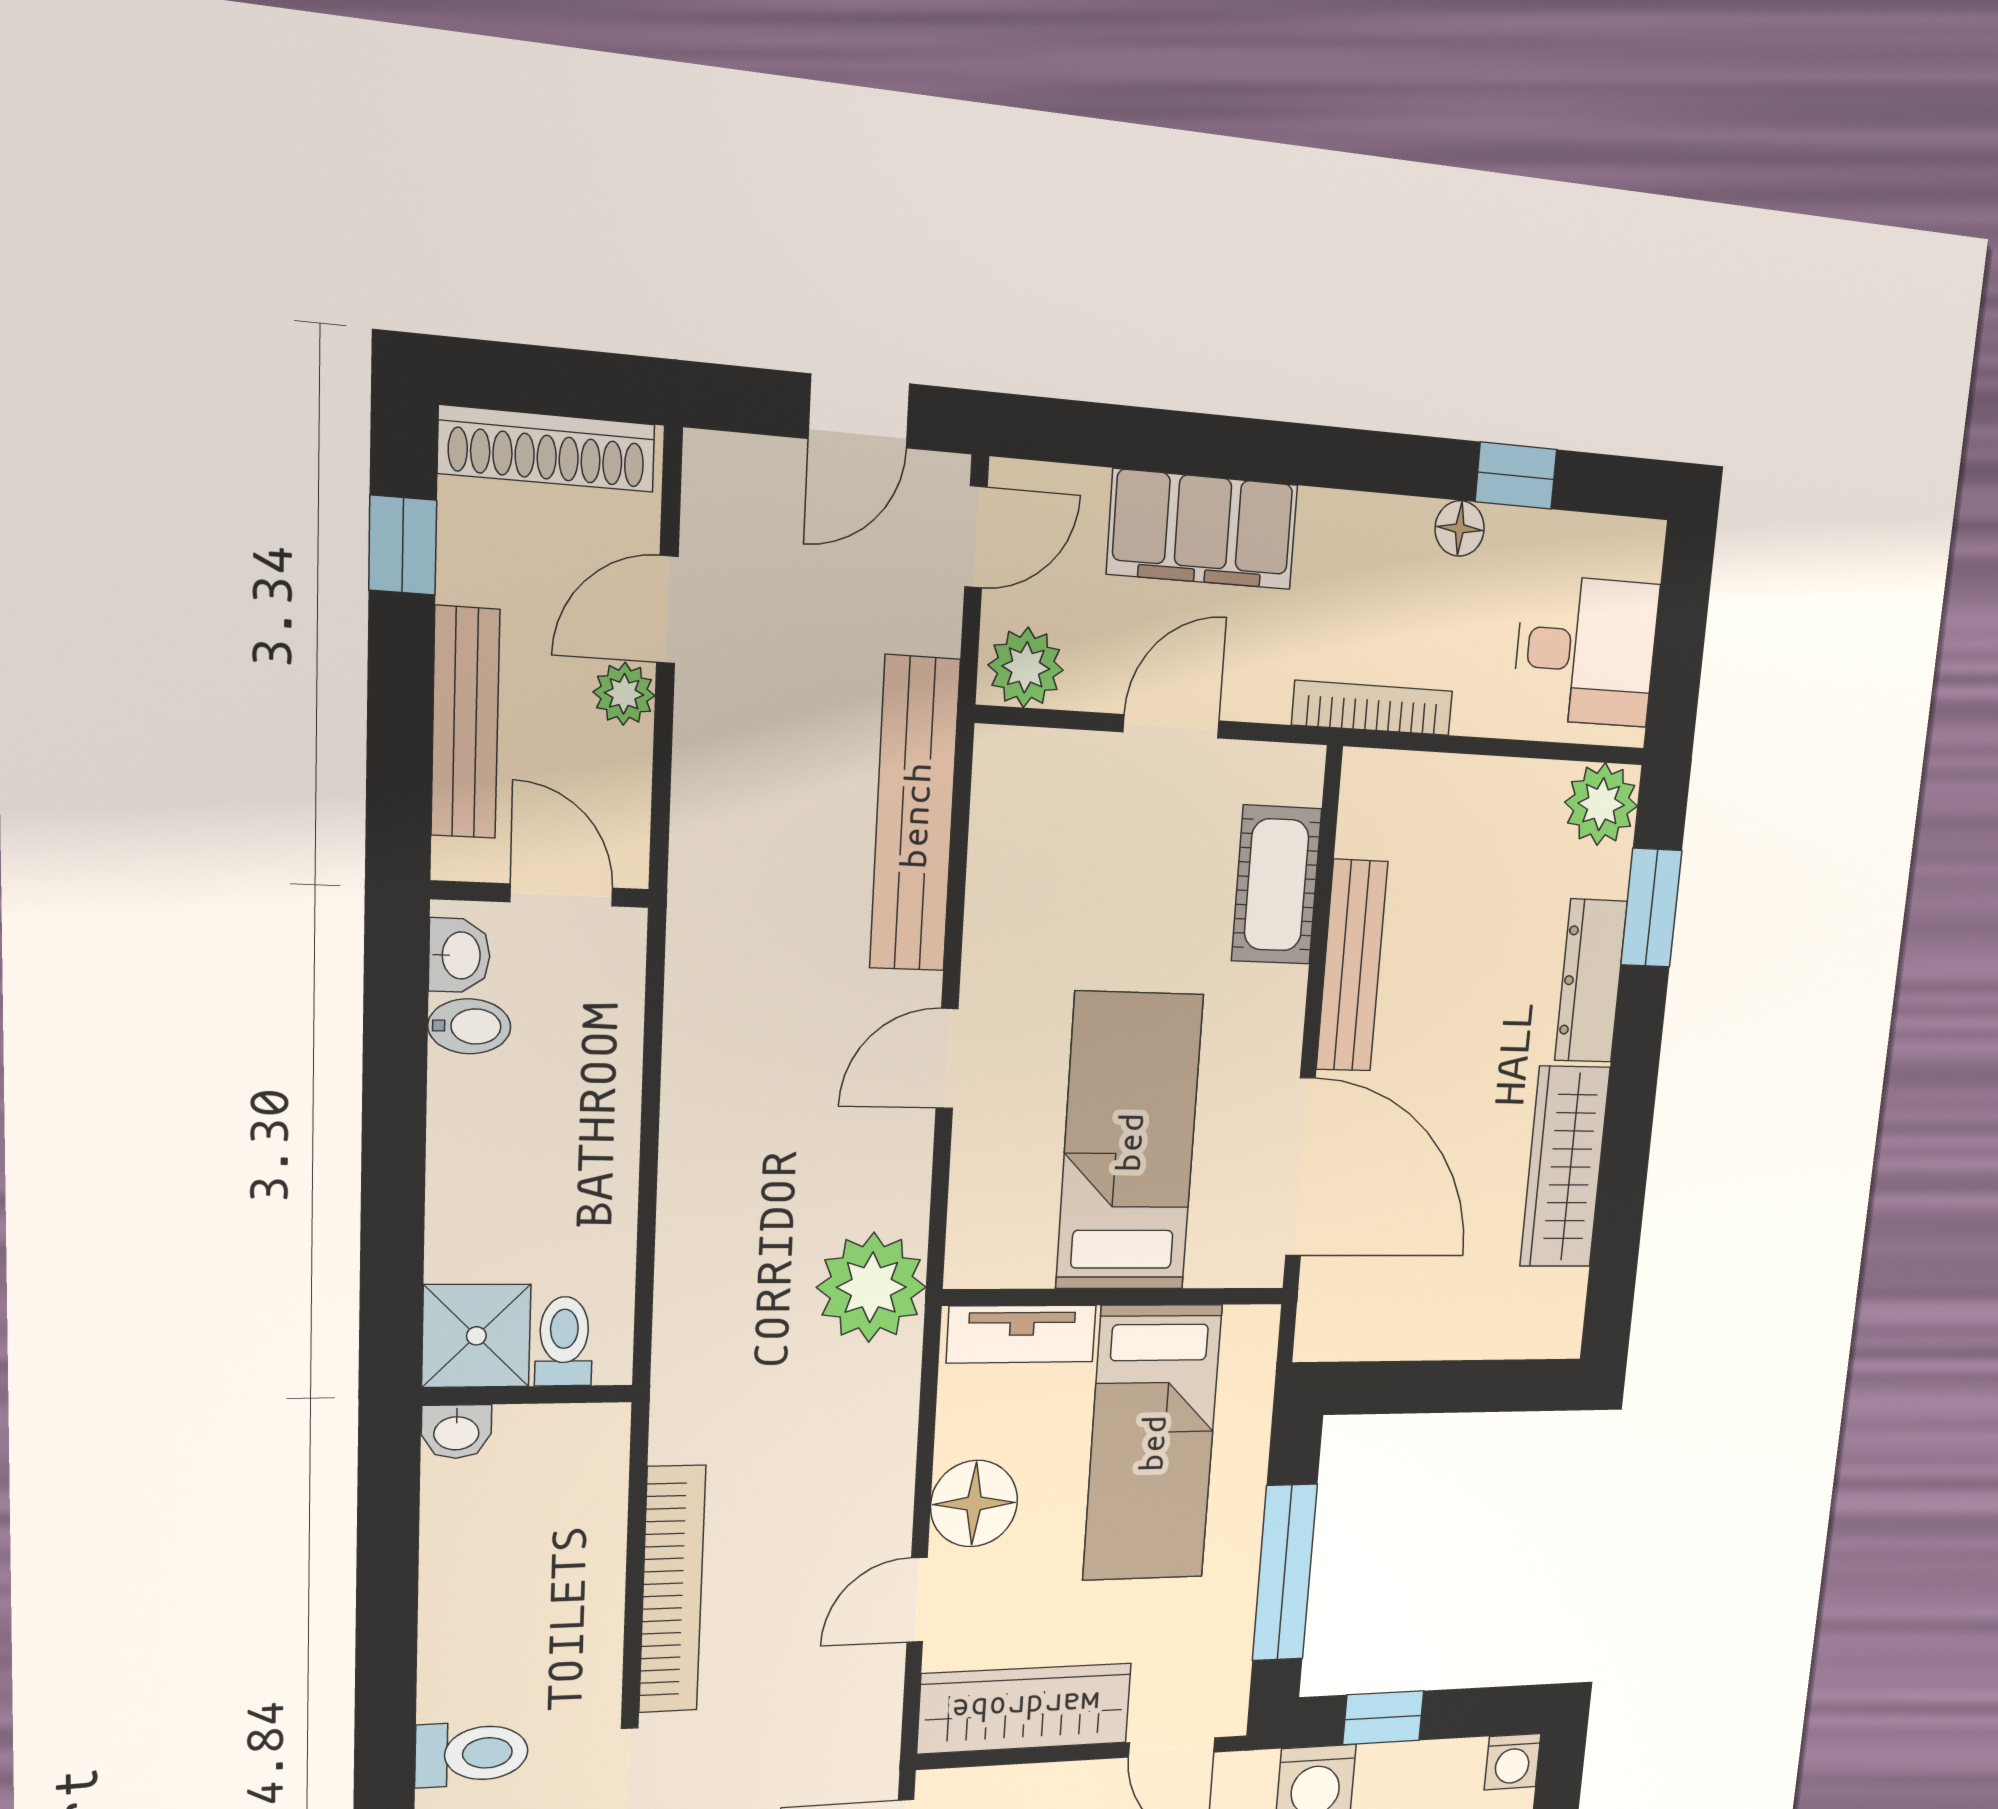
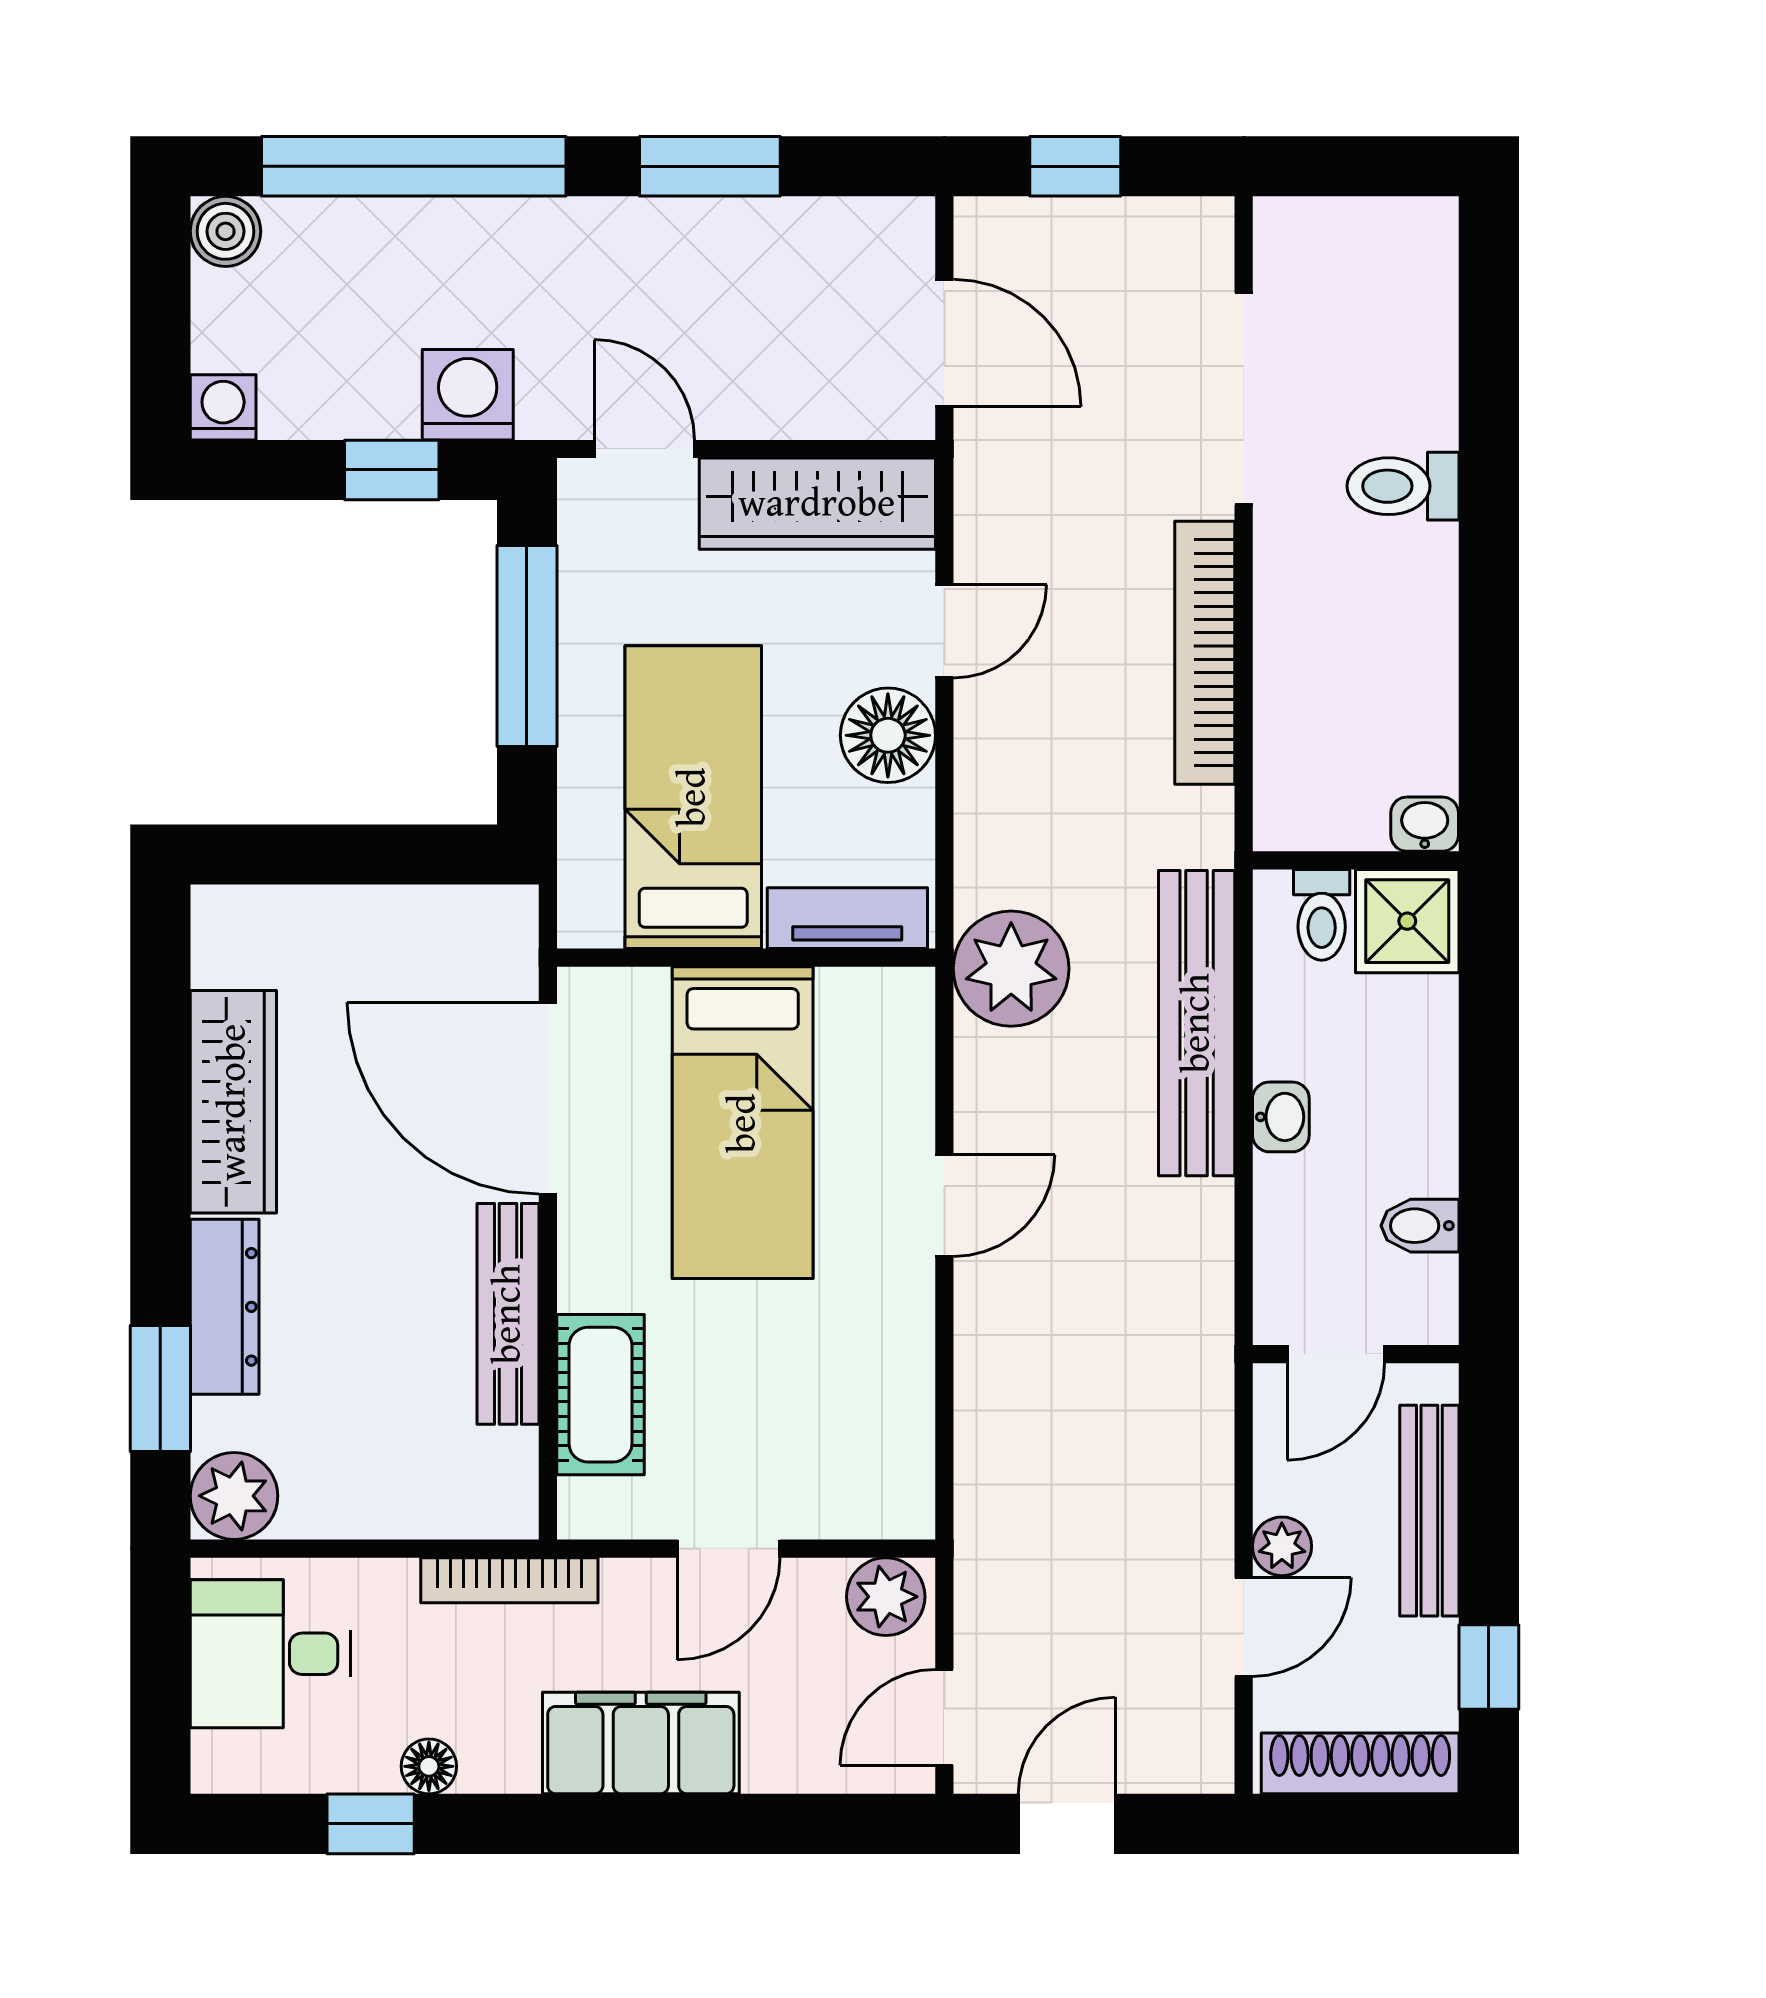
filing cabinet: (1202, 529) -> (641, 1743), moved
bench: (915, 815) -> (1197, 1023), moved
door: (562, 895) -> (1336, 1354), hinge flipped
washbasin: (459, 955) -> (1281, 1117), moved, turned 180

